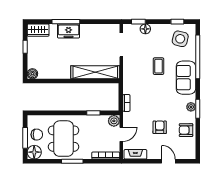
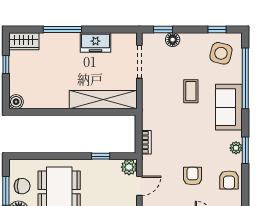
freezer: (69, 31) -> (96, 42), moved
armchair: (186, 130) -> (229, 180), turned -90

